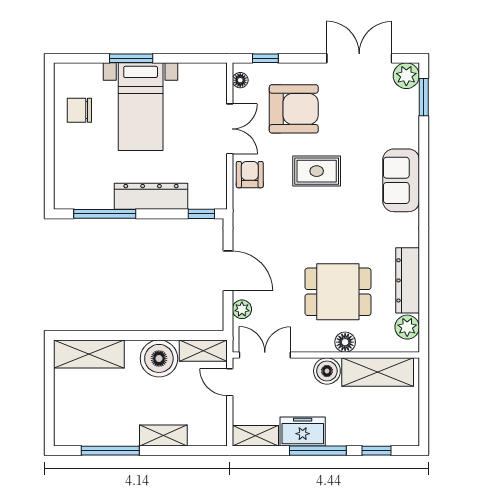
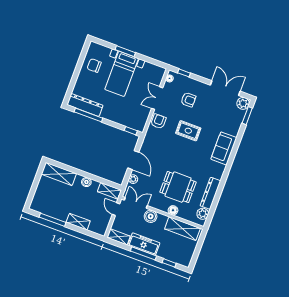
armchair: (294, 109) -> (188, 100), width x0.53, depth x0.53
double door: (230, 129) -> (157, 98), swing flipped
dresser: (151, 196) -> (85, 105), moved
boiler: (159, 358) -> (86, 182), width x0.54, depth x0.54
boiler: (327, 371) -> (151, 216), moved
freezer: (303, 432) -> (144, 244), width x1.40

